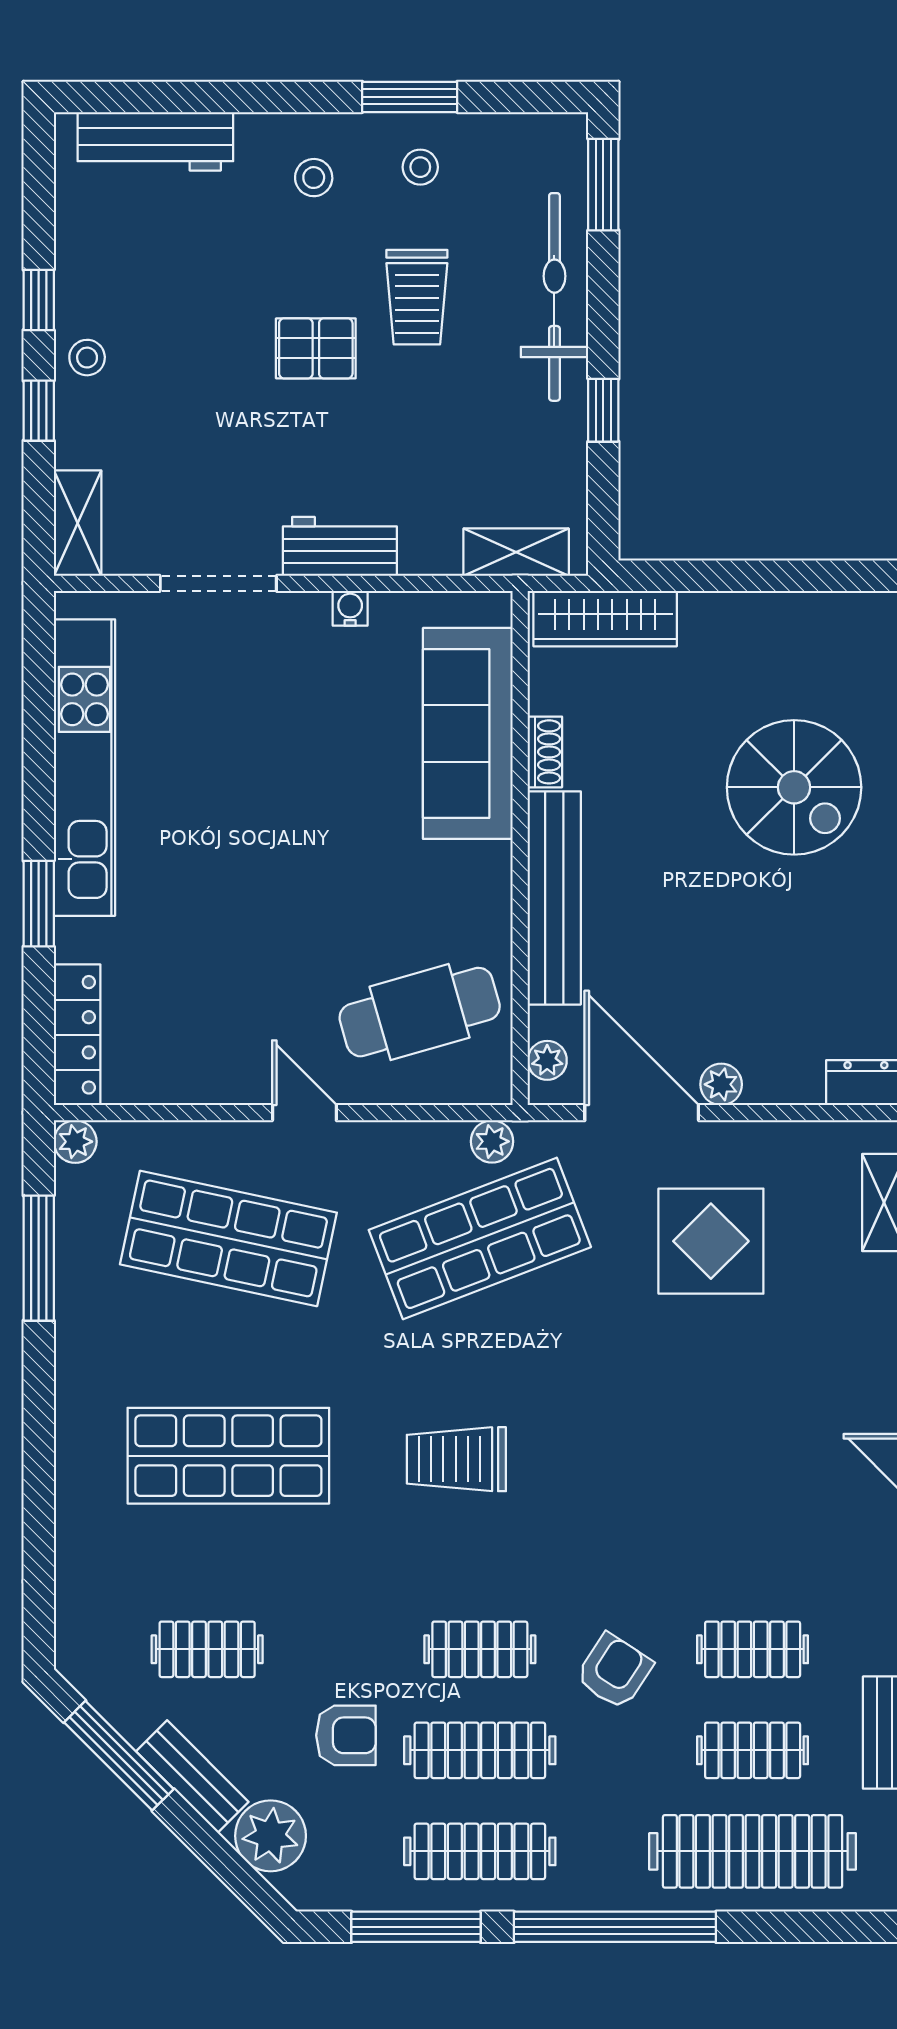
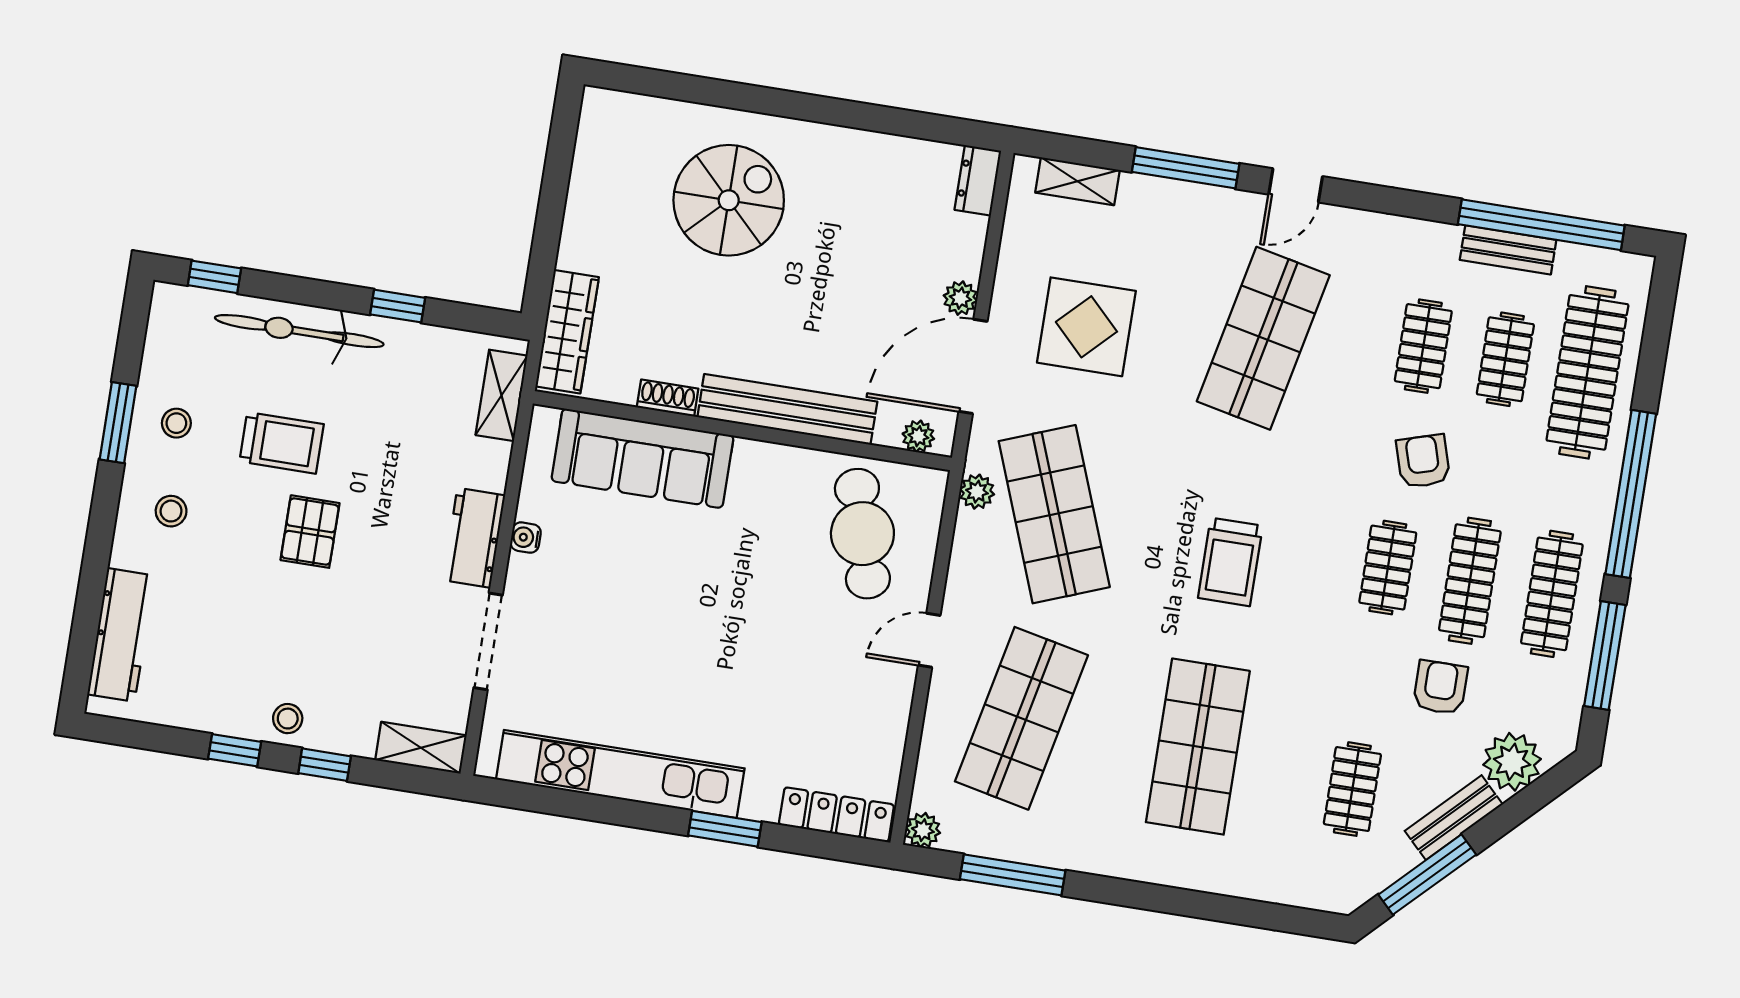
window: (603, 185) -> (214, 277), width x0.67
shop shelf: (731, 1456) -> (1263, 338), added
armchair: (614, 1671) -> (1423, 461), turned 40

